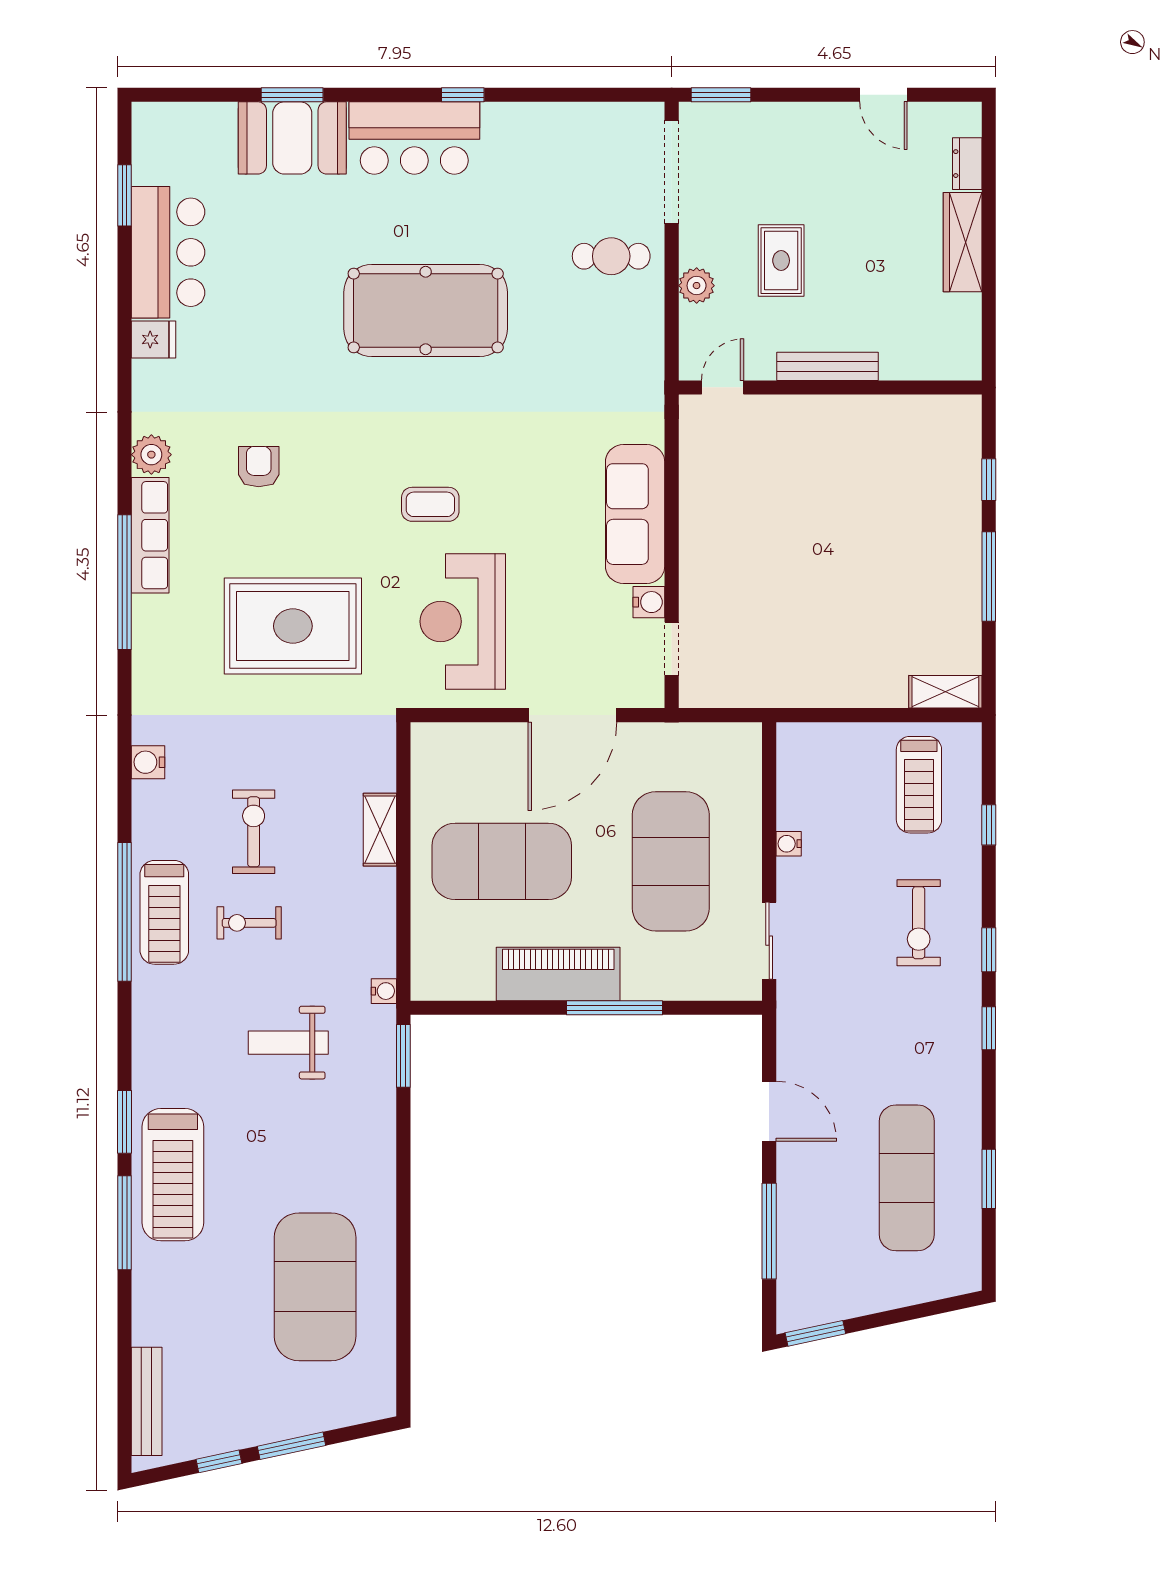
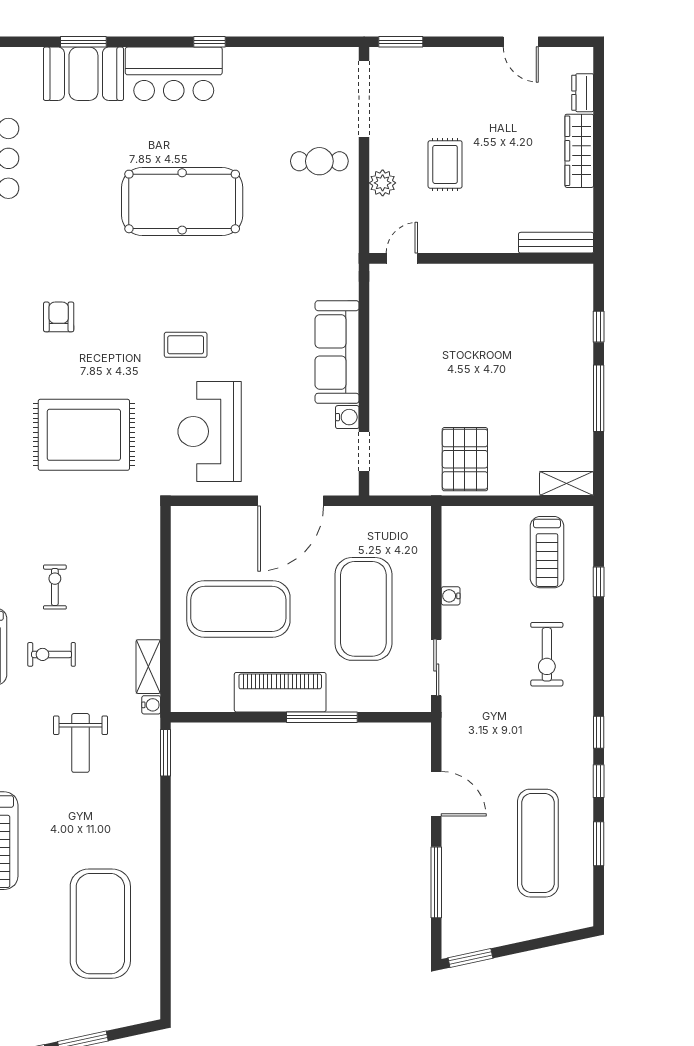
bench: (827, 366) -> (556, 243), moved
pallet: (808, 659) -> (465, 459), added
shelving: (380, 830) -> (148, 667), moved
exercise bike: (254, 832) -> (55, 587), width x0.73, depth x0.72
window: (989, 950) -> (599, 781), moved
weight bench: (288, 1043) -> (80, 743), turned -90

